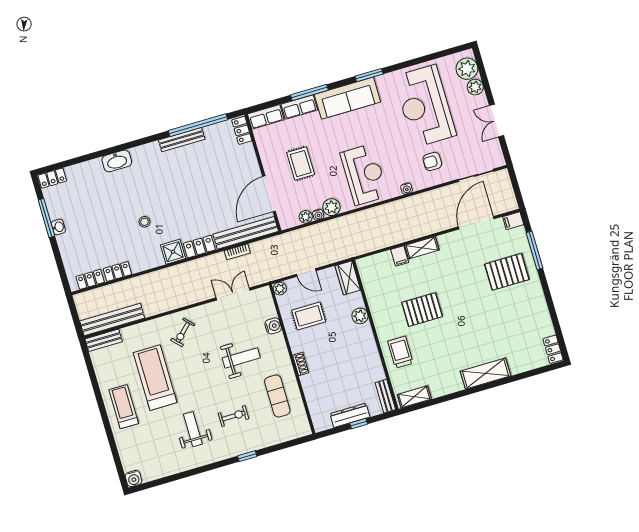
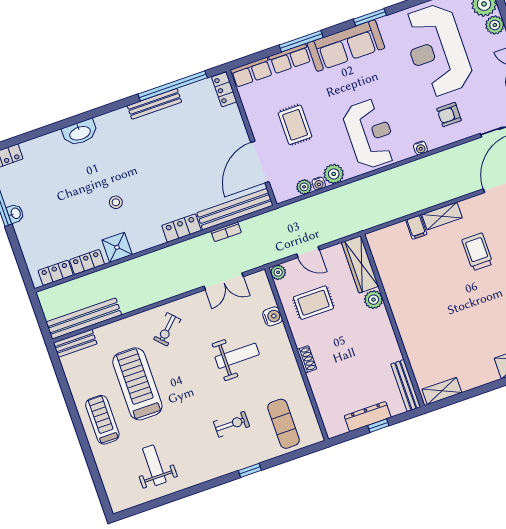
shower: (173, 252) -> (117, 247), moved
wardrobe: (348, 278) -> (360, 264), width x1.50
double door: (233, 294) -> (224, 281), swing flipped
pallet: (422, 310) -> (446, 288), removed
trolley: (400, 352) -> (477, 252), moved
exercise mat: (277, 396) -> (283, 424), moved
bench: (385, 396) -> (406, 385), width x1.36
weight bench: (193, 429) -> (154, 465), moved
water cooler: (133, 479) -> (118, 503), removed

